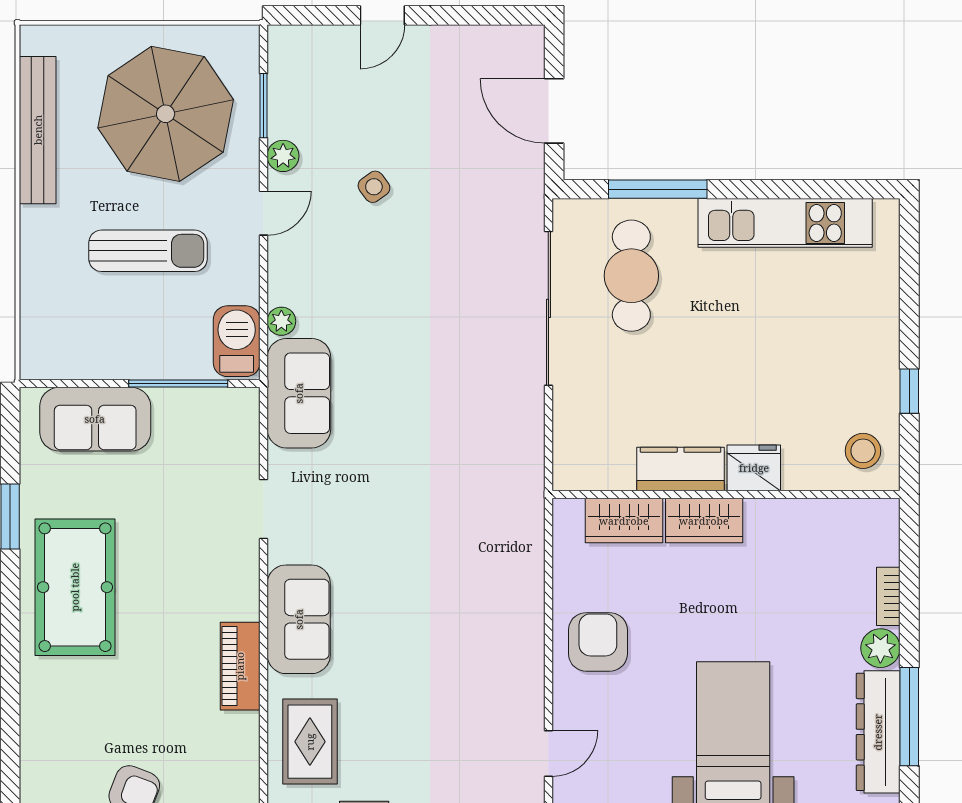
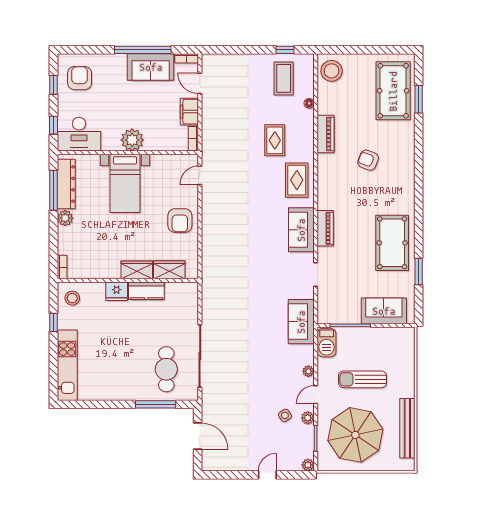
plant: (282, 40) -> (308, 465), added
side table: (374, 187) -> (285, 415), moved
kitchen unit: (785, 223) -> (67, 365), moved, turned 90
plant: (281, 321) -> (308, 371), moved
bookcase: (888, 596) -> (62, 267), moved
piano: (240, 666) -> (325, 228), moved

